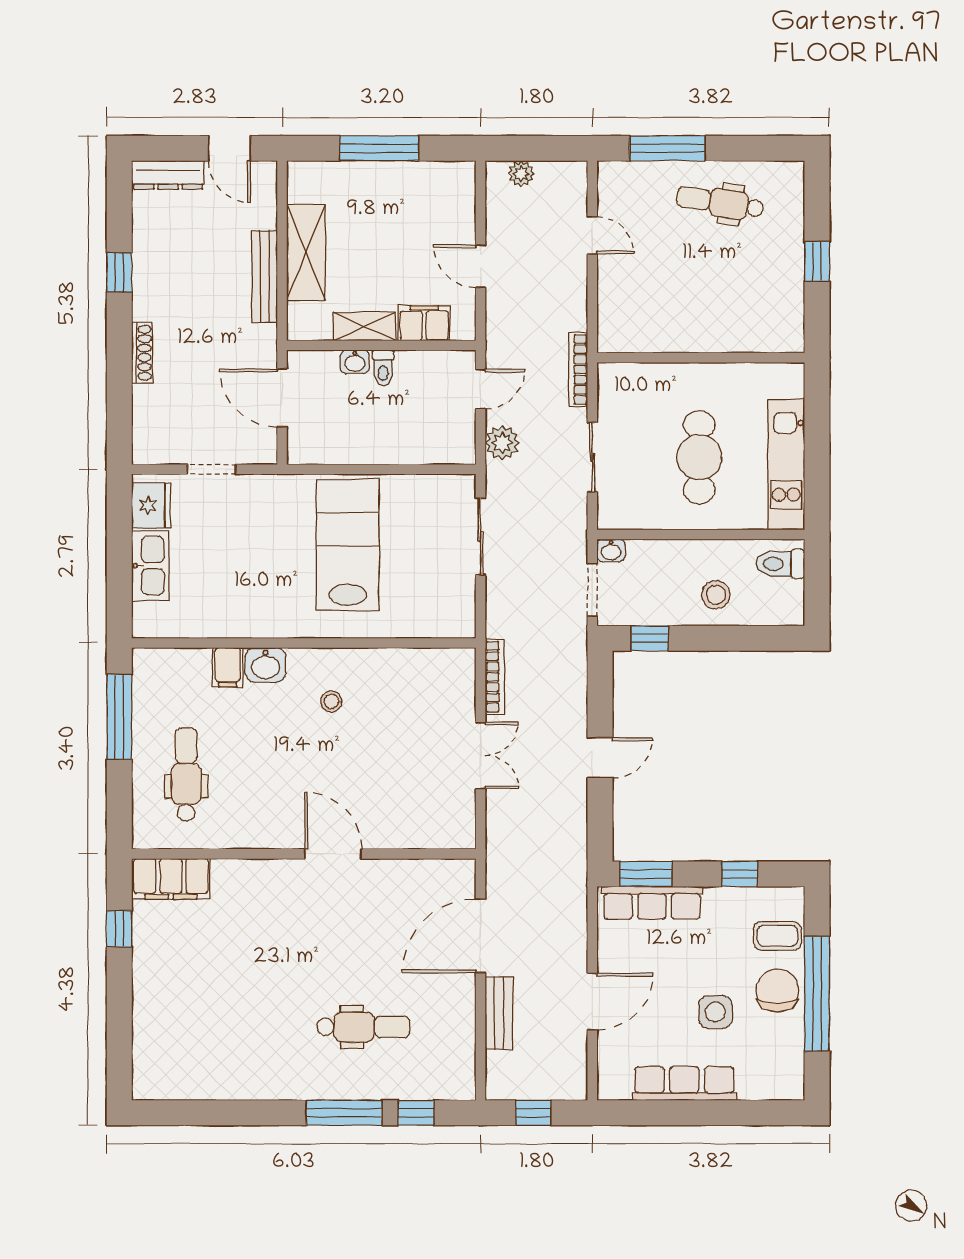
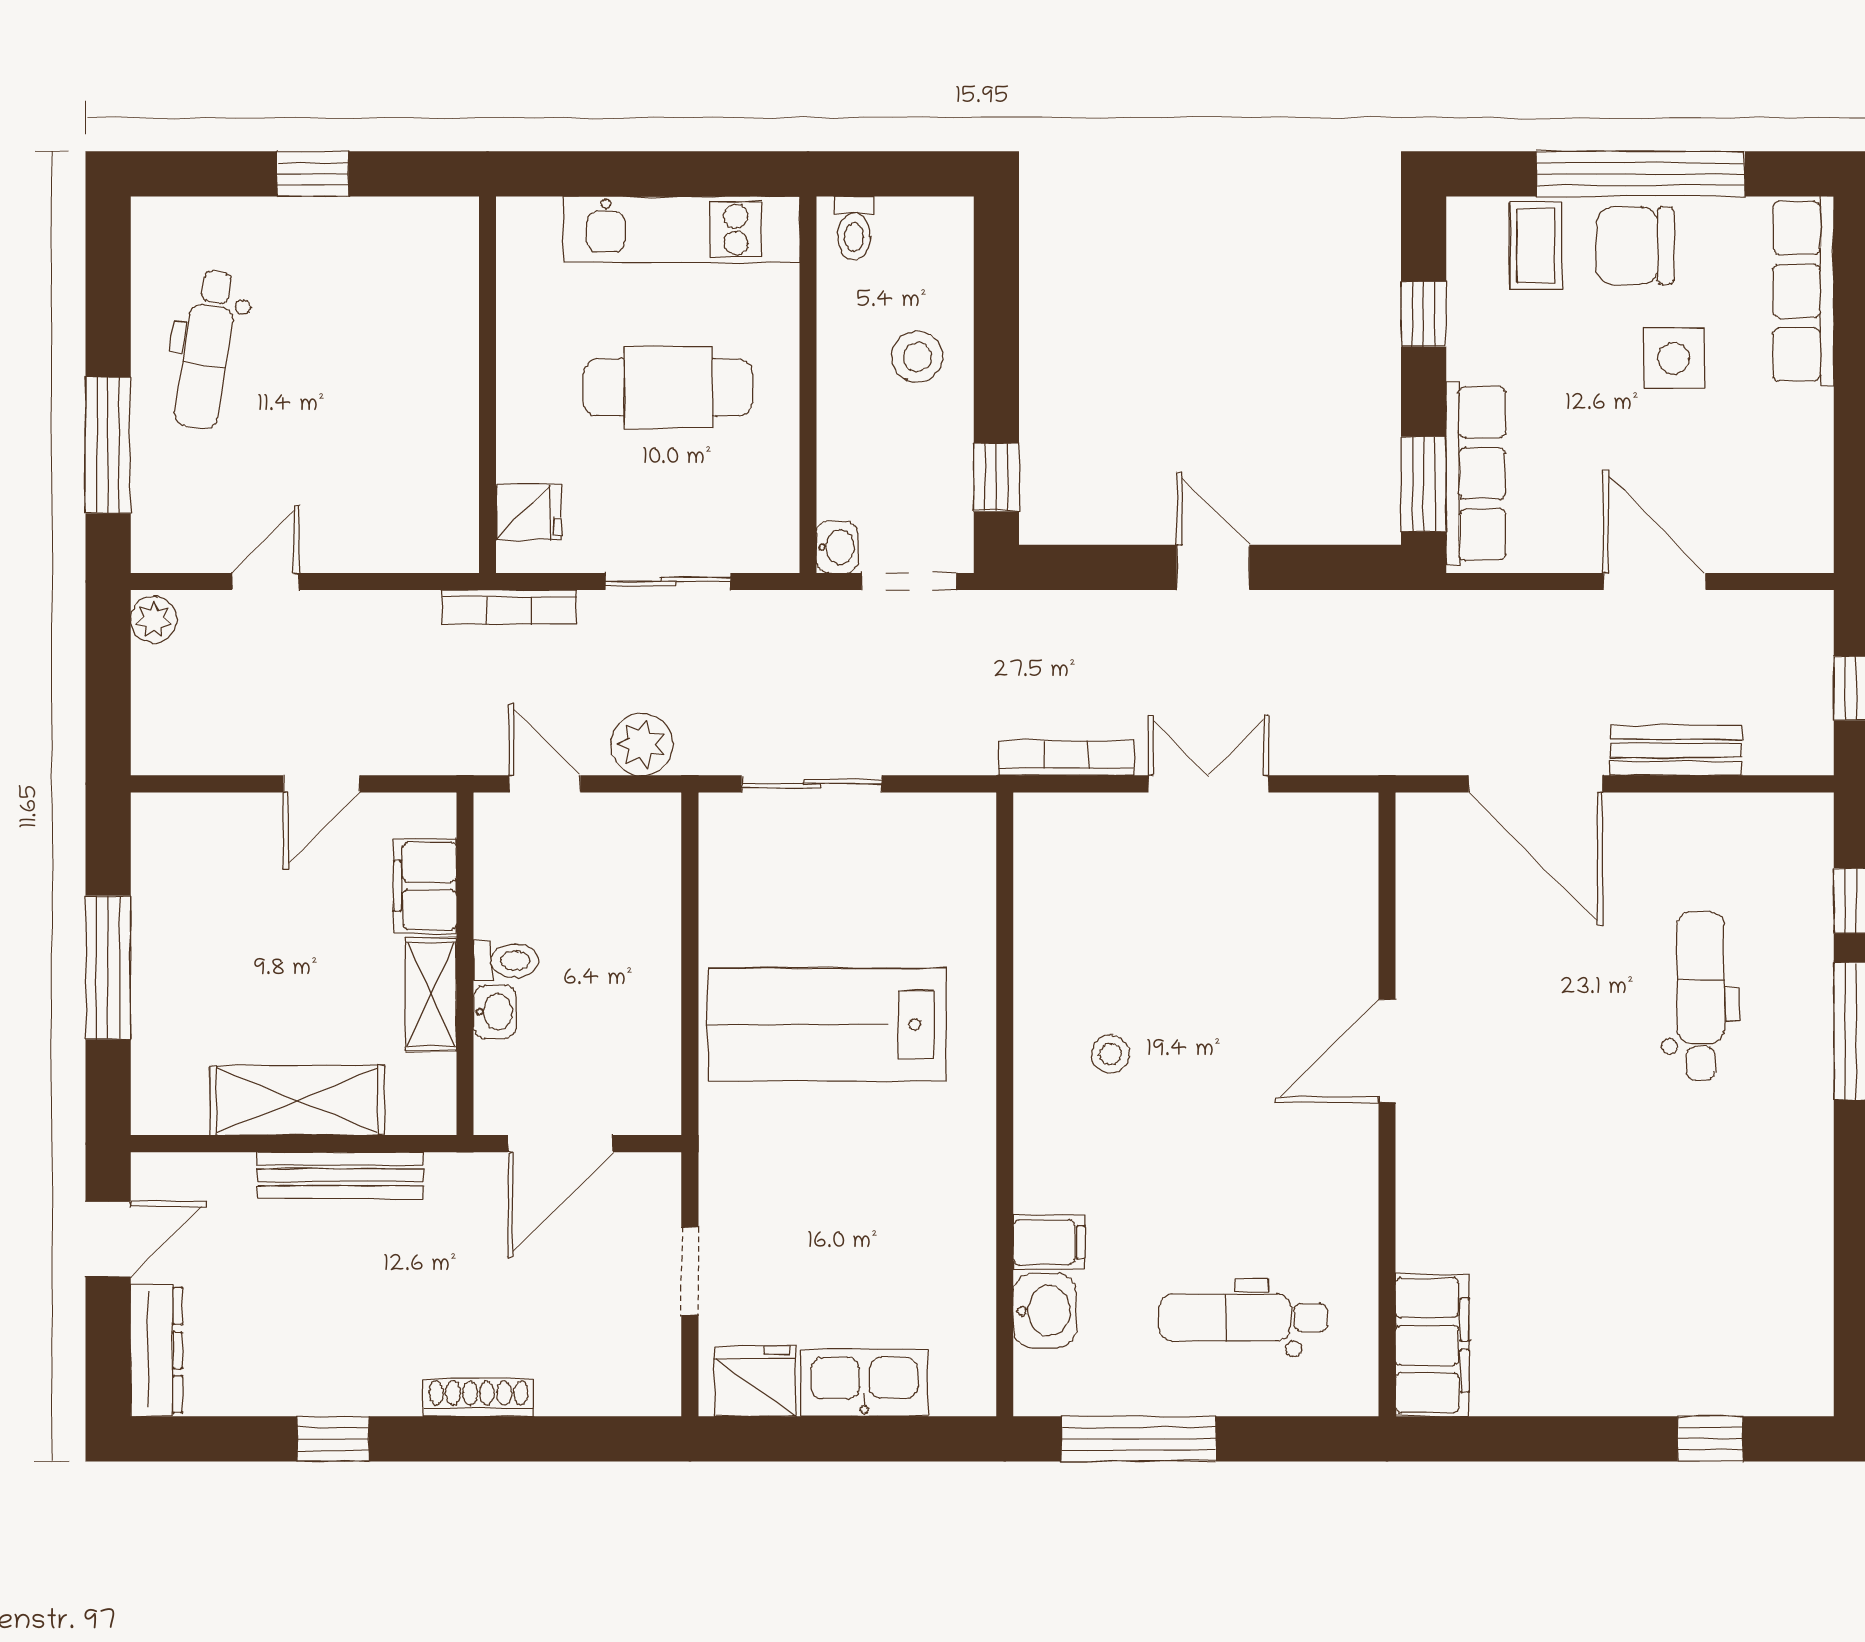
plant: (521, 174) -> (154, 620), moved
fridge: (630, 380) -> (529, 512), added
toilet: (780, 564) -> (854, 228), width x0.73, depth x0.72
washbasin: (265, 665) -> (1045, 1311), moved
window: (119, 929) -> (1710, 1439), moved
row of seats: (684, 1083) -> (1803, 291), moved

